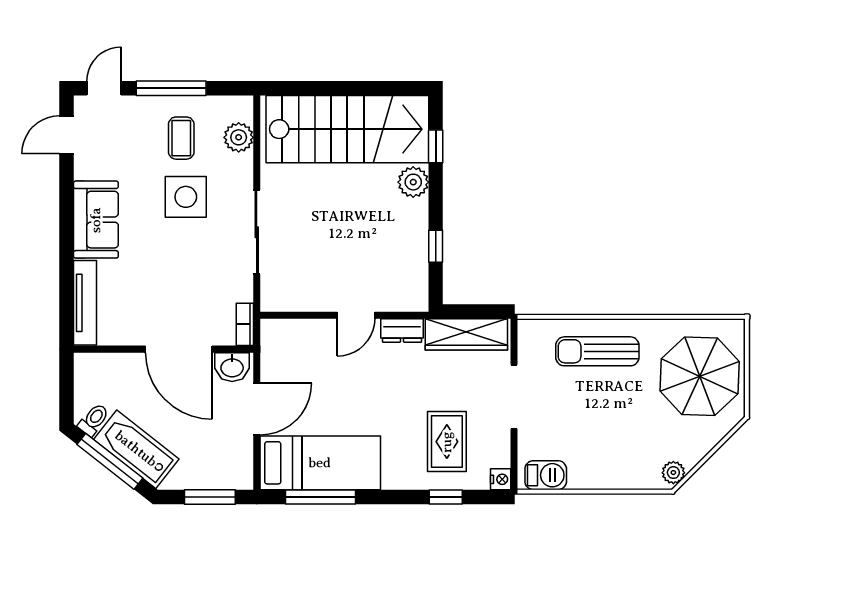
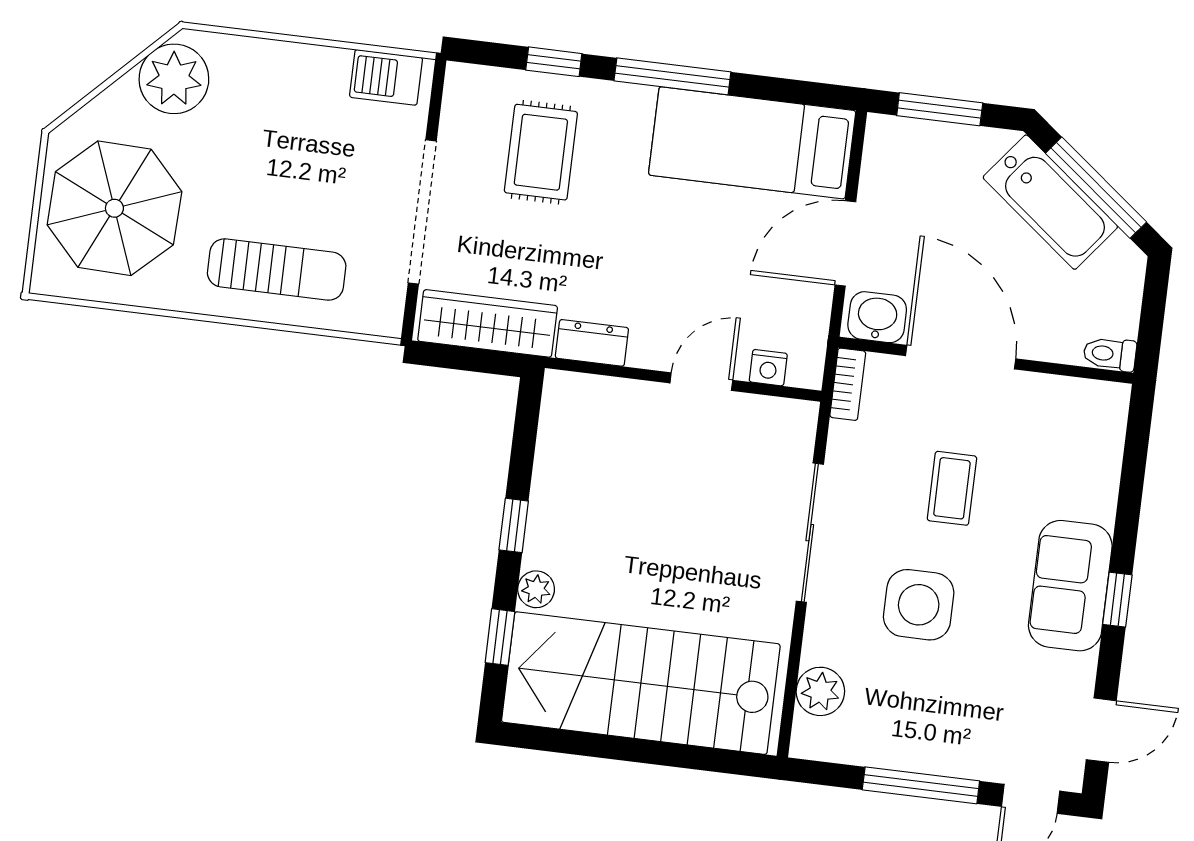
coffee table: (181, 138) -> (952, 488), moved
plant: (413, 182) -> (536, 589), width x0.73, depth x0.73
window: (66, 215) -> (1117, 600), added
window: (436, 246) -> (514, 525), moved
tv unit: (85, 303) -> (1105, 452), removed
door: (356, 315) -> (701, 382), moved
doorway: (514, 397) -> (422, 212), width x1.36
toilet: (94, 420) -> (1110, 354), moved, turned 52
plant: (673, 473) -> (174, 79), width x1.87, depth x1.87
nightstand: (501, 479) -> (768, 368), moved, turned -90
window: (320, 497) -> (672, 76), moved

